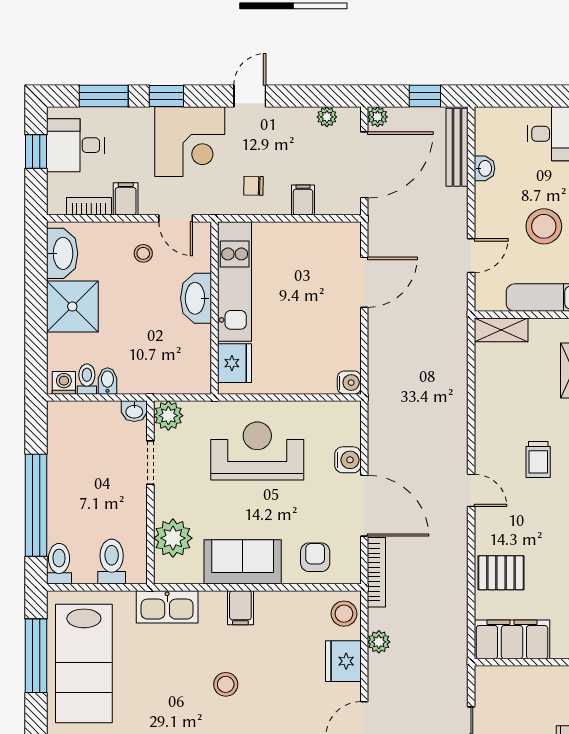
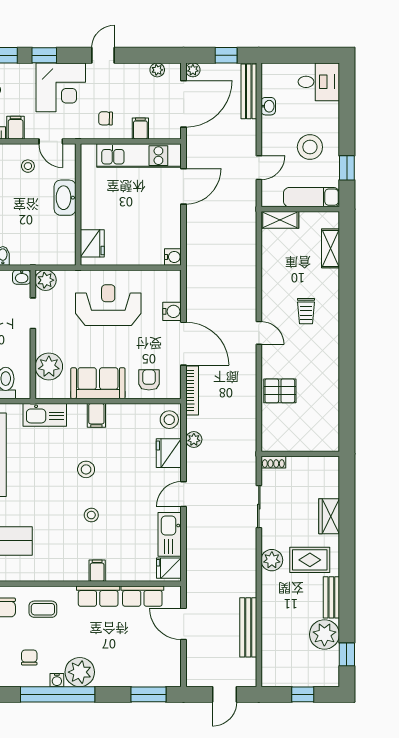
kitchen unit: (235, 282) -> (139, 156), moved, turned 90
filing cabinet: (512, 639) -> (288, 438), removed
shoe rack: (492, 674) -> (273, 462), added

